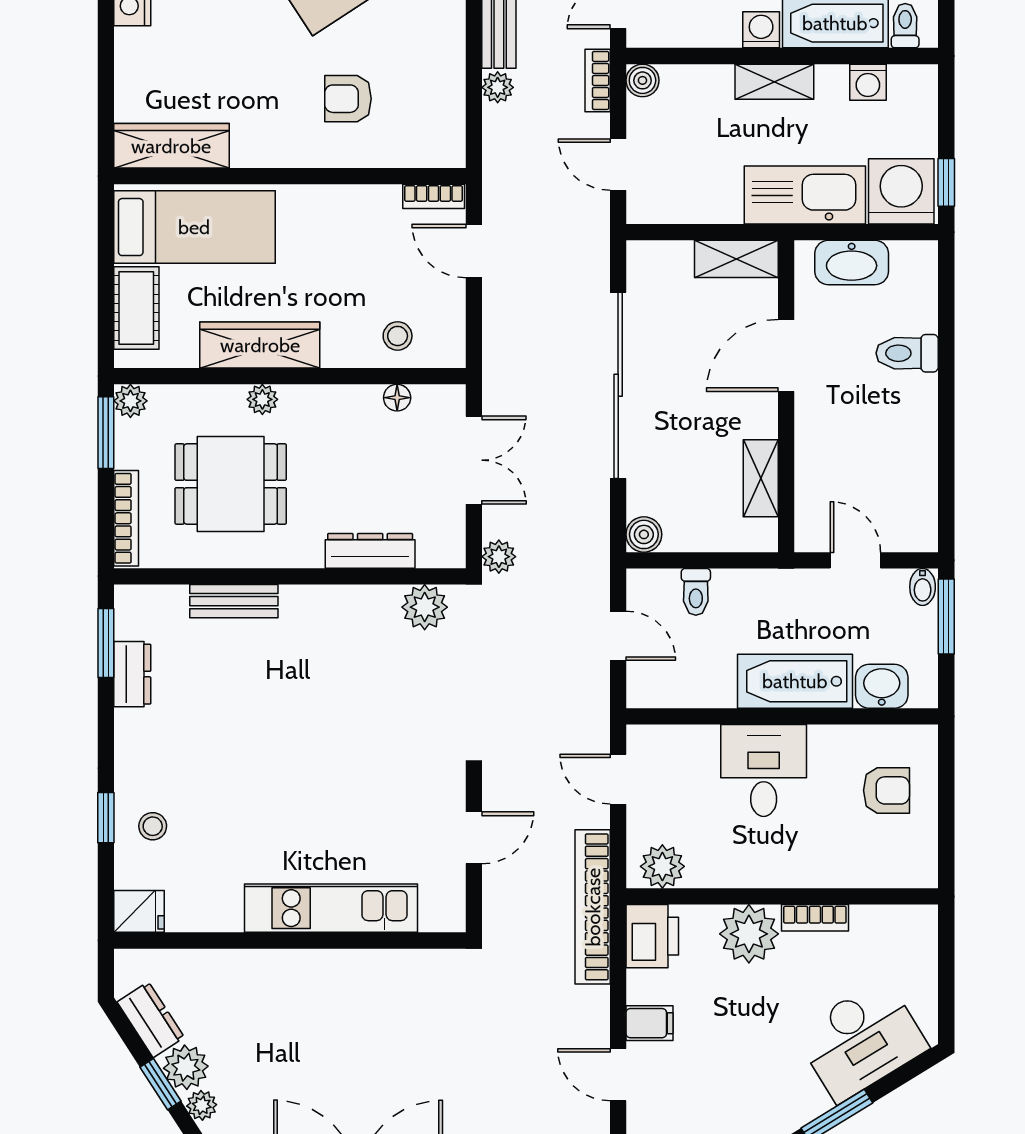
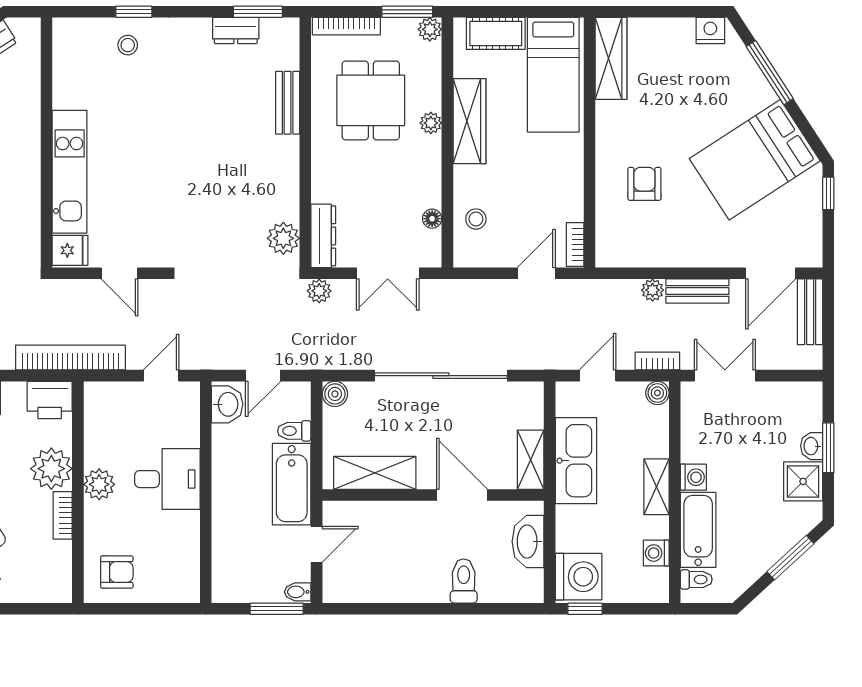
kitchen sink: (805, 195) -> (576, 461), moved
shelving: (761, 478) -> (375, 473), width x1.50, depth x1.33
dresser: (370, 551) -> (323, 236), moved
bathtub: (795, 681) -> (292, 484), moved, turned 180
washbasin: (882, 686) -> (227, 404), moved
armchair: (886, 790) -> (117, 572), moved, turned -90
plant: (662, 866) -> (99, 484), moved
fridge: (139, 911) -> (70, 250), moved, turned -90

